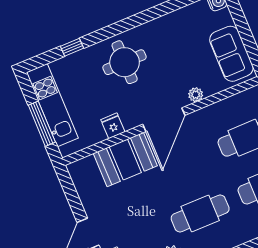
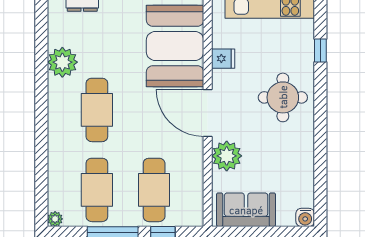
plant: (196, 95) -> (227, 156), width x1.87, depth x1.87
booth: (125, 160) -> (175, 46), width x1.36, depth x1.42

